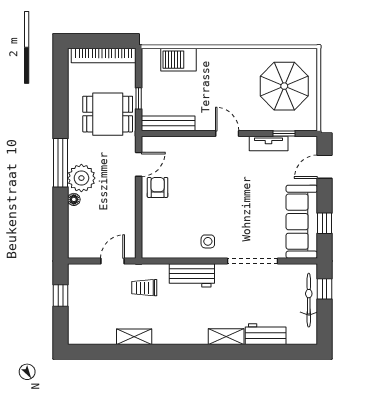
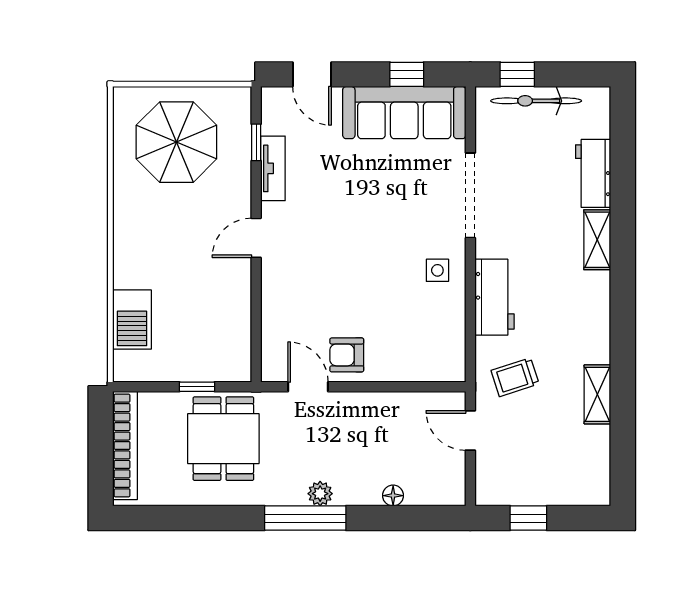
bench: (168, 123) -> (239, 337), removed
plant: (81, 178) -> (320, 494), width x0.53, depth x0.53
floor lamp: (74, 199) -> (393, 496), moved
trolley: (144, 288) -> (515, 377), turned 72

